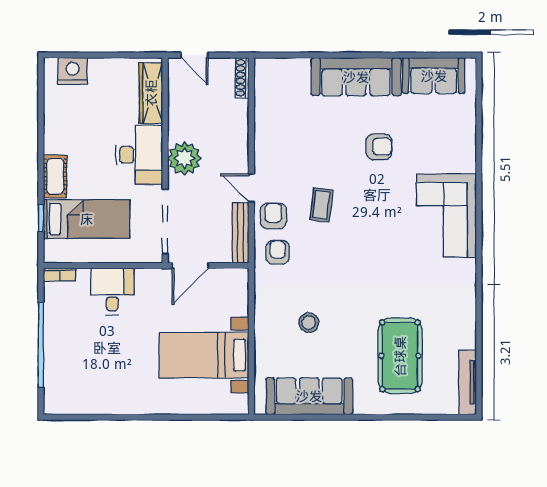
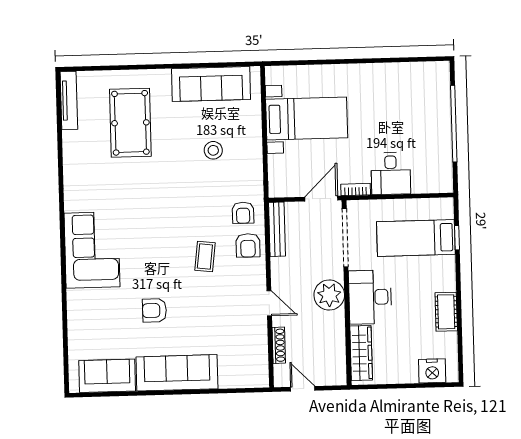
door: (194, 55) -> (303, 389), moved
shoe rack: (242, 78) -> (279, 345), moved
cot: (55, 176) -> (446, 312), moved
door: (251, 188) -> (269, 303), moved
bookcase: (60, 275) -> (356, 190), moved

